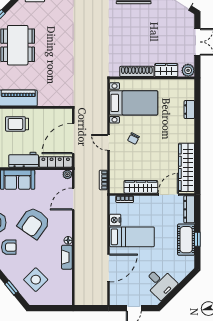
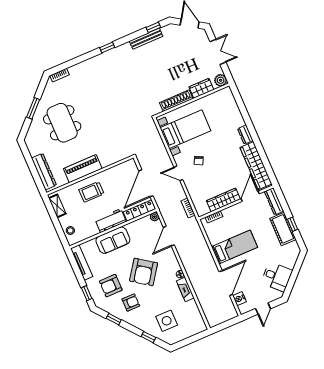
dresser: (189, 110) -> (245, 135), moved
nightstand: (115, 220) -> (239, 299), moved
side table: (36, 280) -> (167, 321), turned 45

